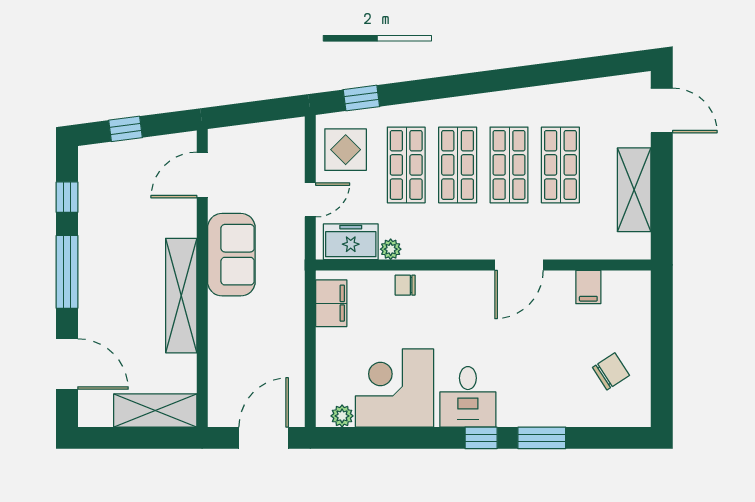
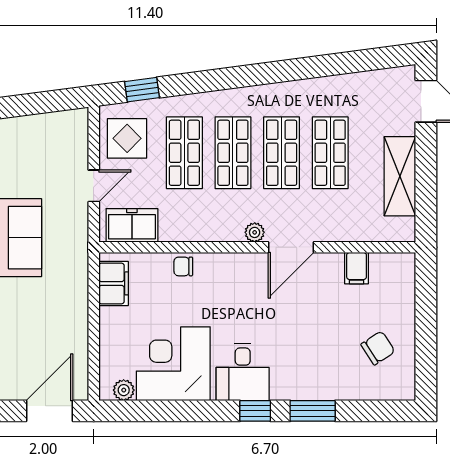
plant: (391, 249) -> (255, 232), moved

